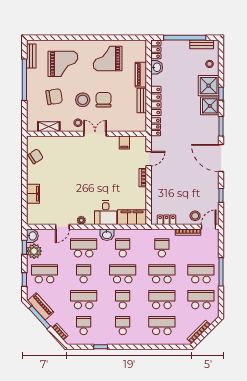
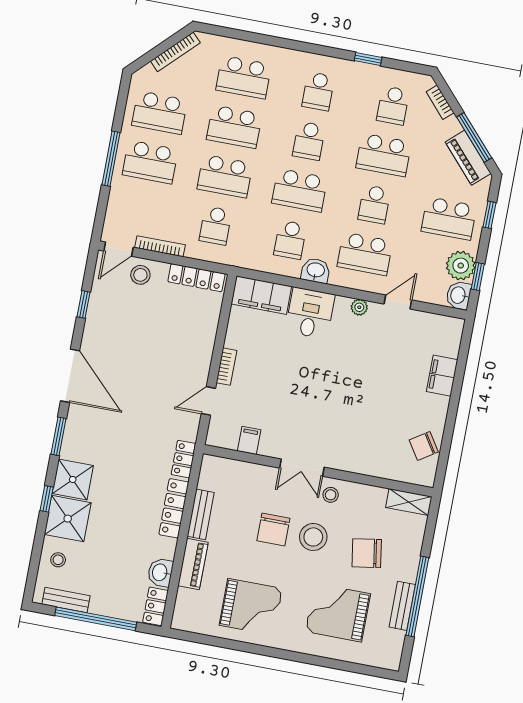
bench: (31, 56) -> (402, 606), moved
shelving: (49, 127) -> (409, 502), moved
locker: (167, 220) -> (196, 278), width x1.53

